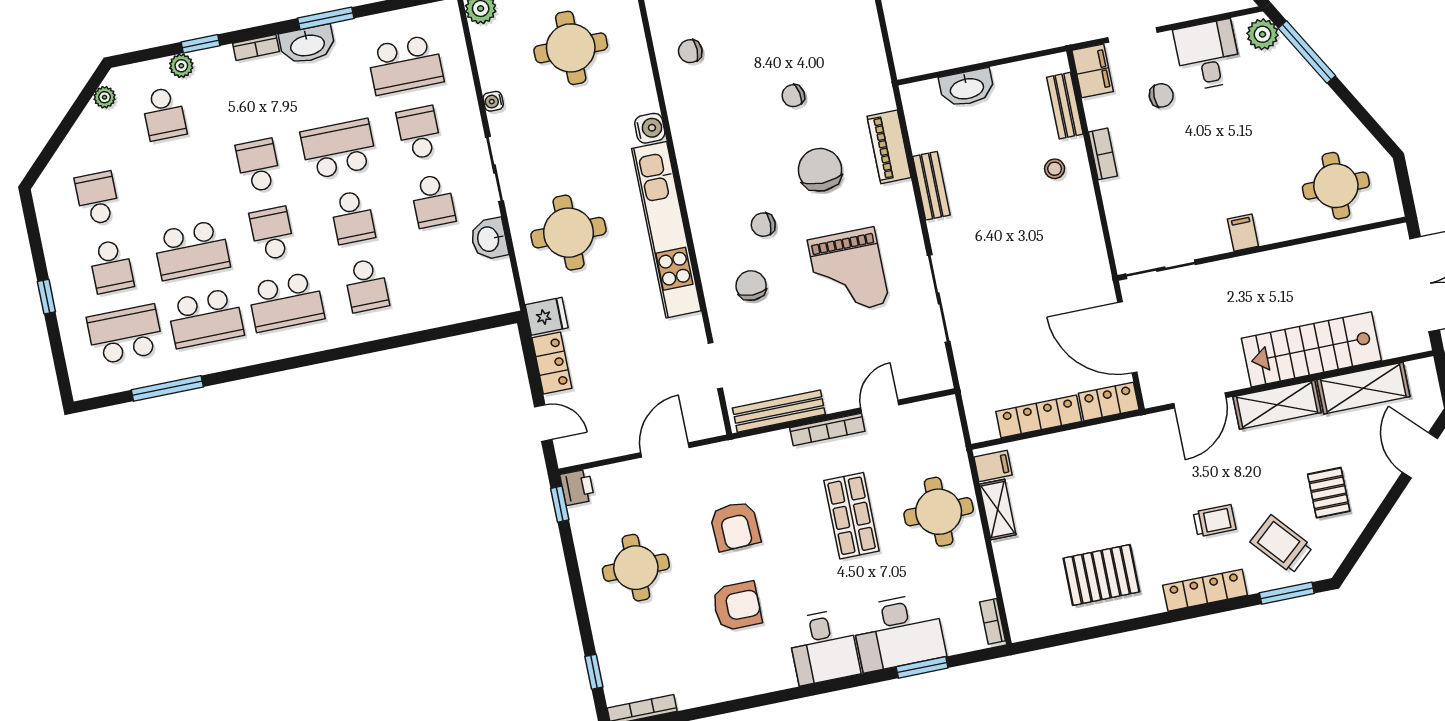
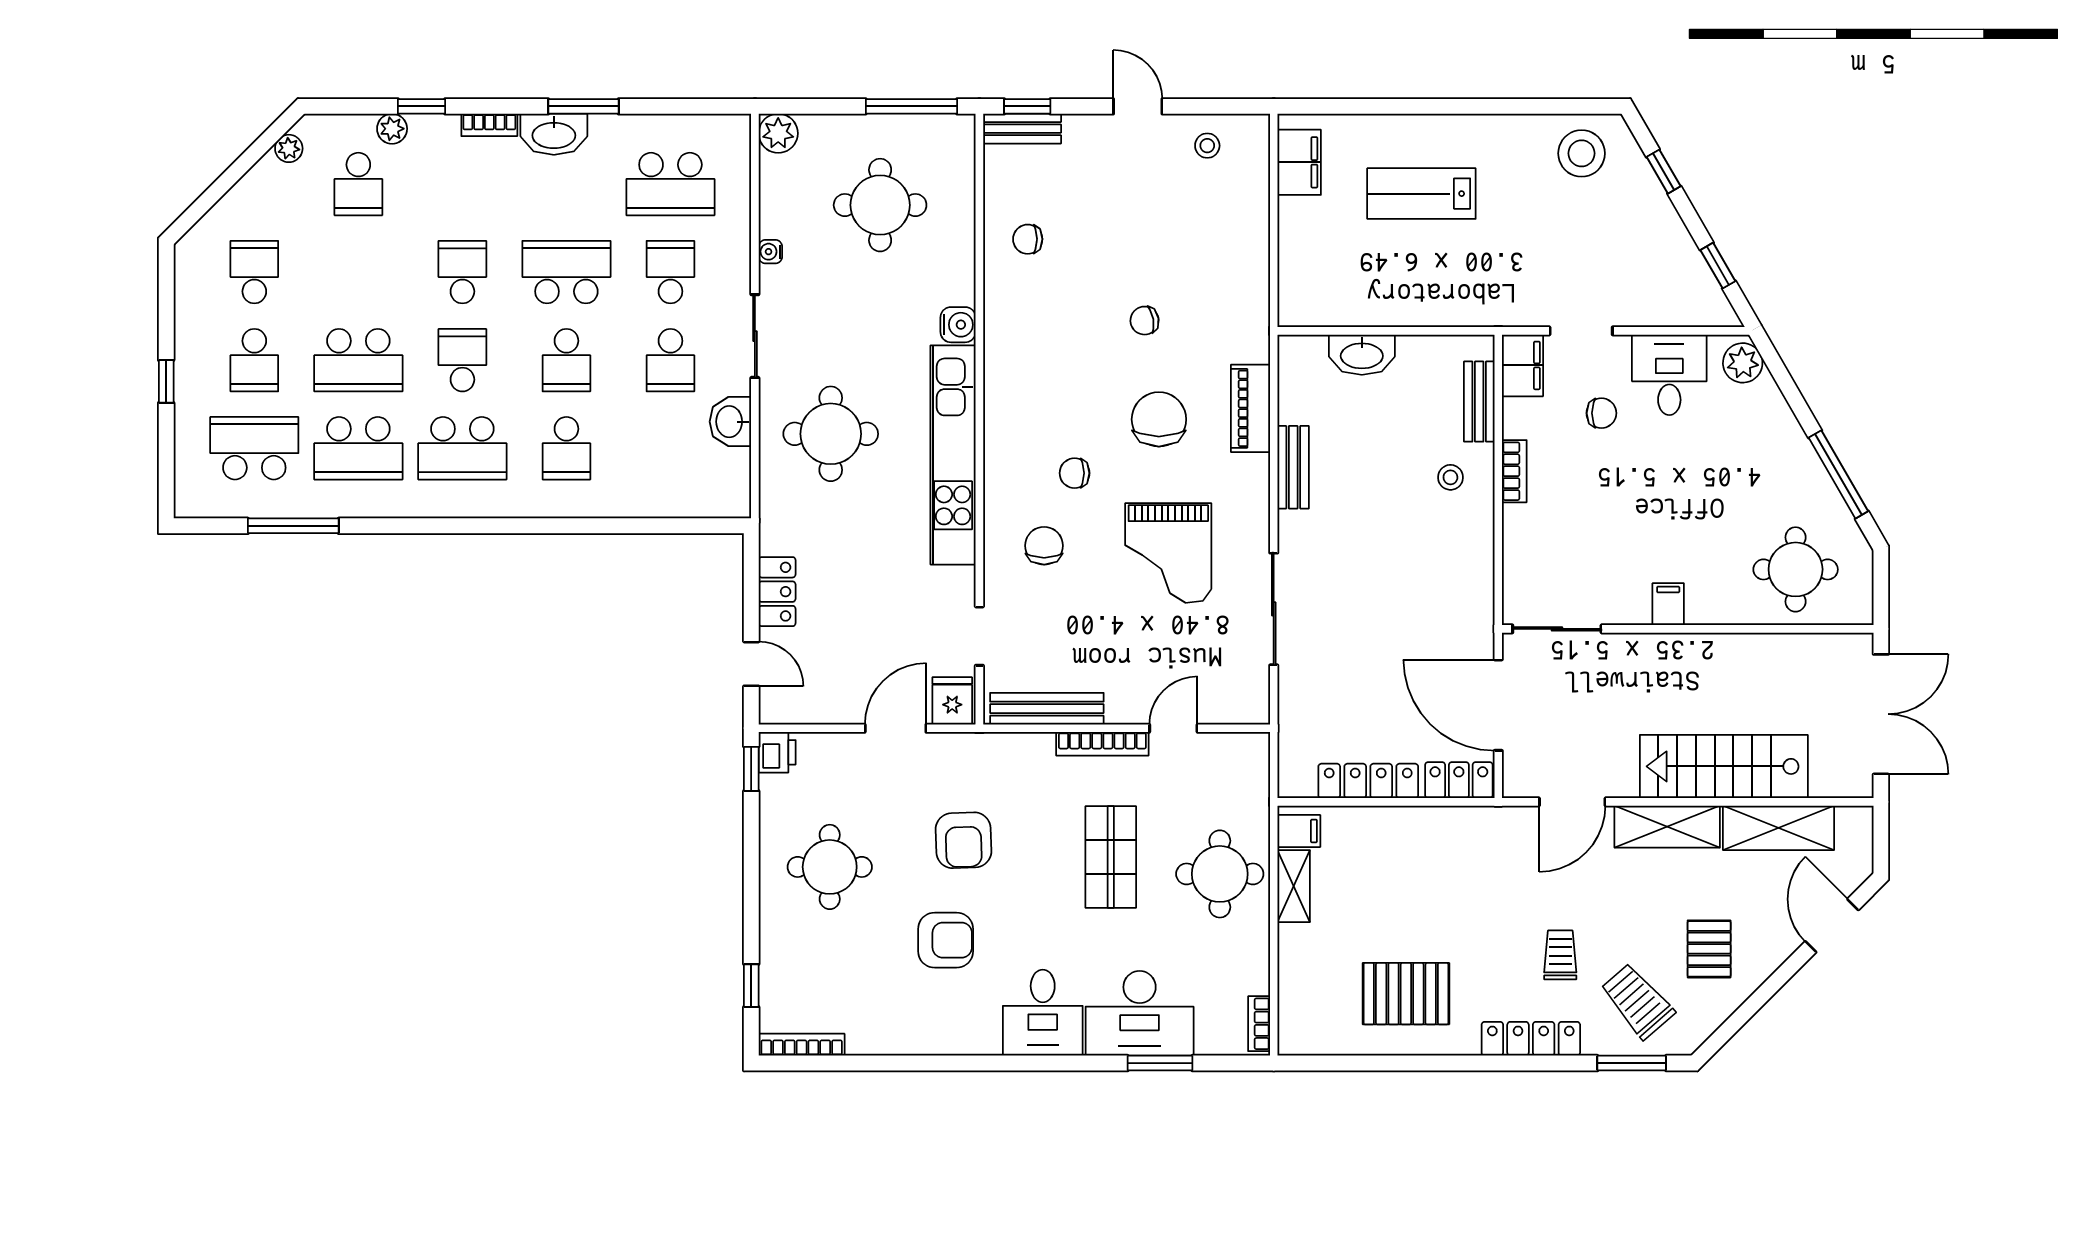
window: (1307, 52) -> (1838, 474), moved
fridge: (547, 316) -> (952, 701), moved, turned -90
trolley: (1215, 521) -> (1560, 955), turned -90

